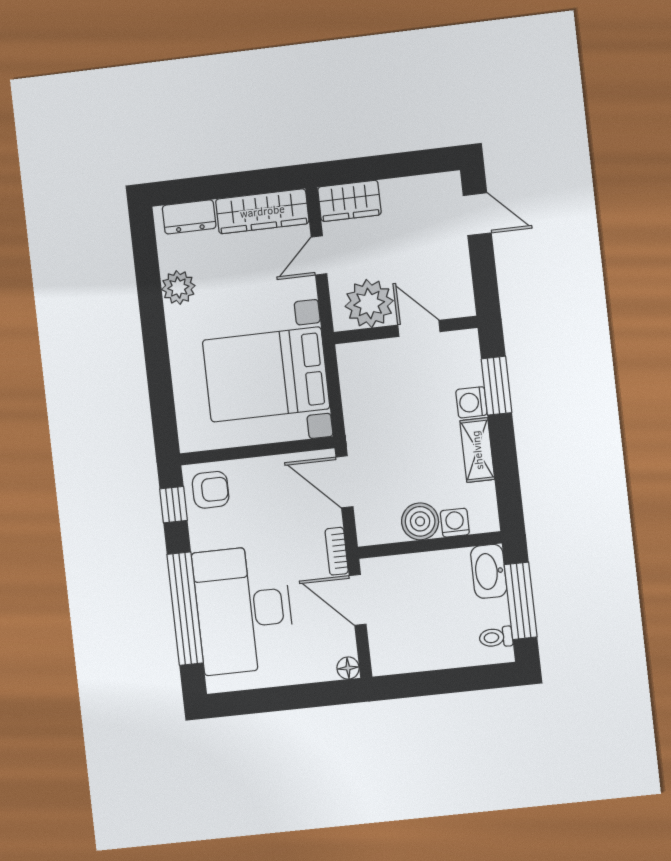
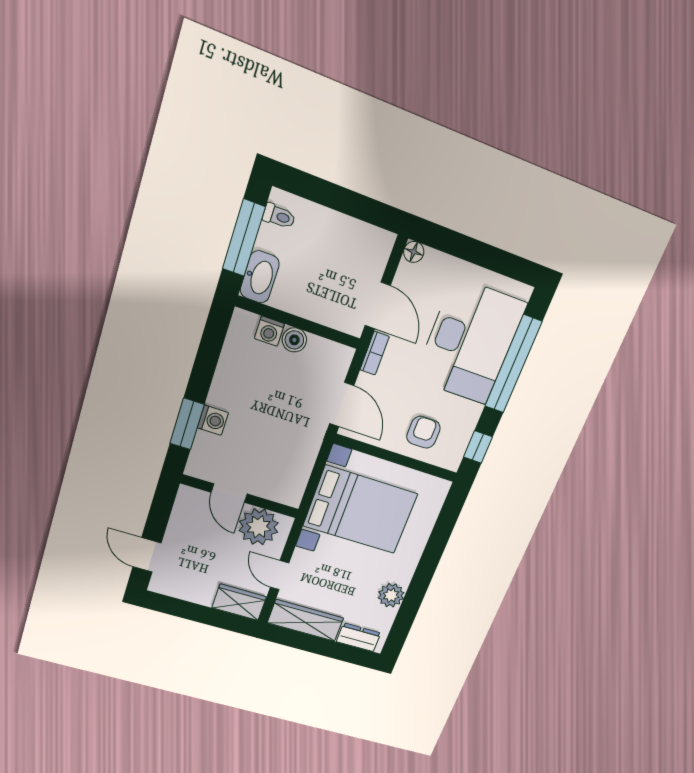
door: (319, 255) -> (280, 575), swing flipped
shelving: (477, 450) -> (225, 381), removed
armchair: (211, 490) -> (423, 432), moved, turned 90
boiler: (420, 521) -> (294, 340), width x0.73, depth x0.73

